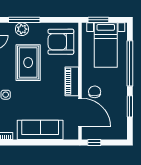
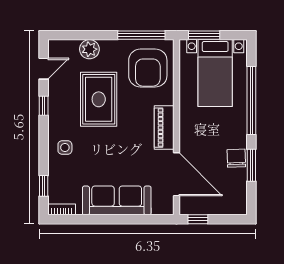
window: (24, 20) -> (141, 35), moved
armchair: (61, 42) -> (148, 68), turned -90
chair: (95, 92) -> (236, 158), moved

